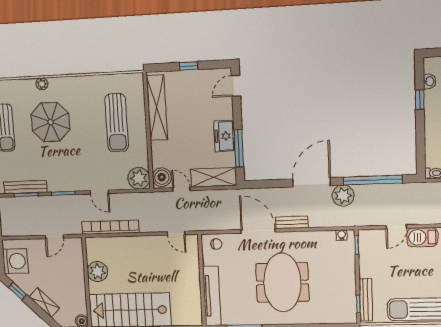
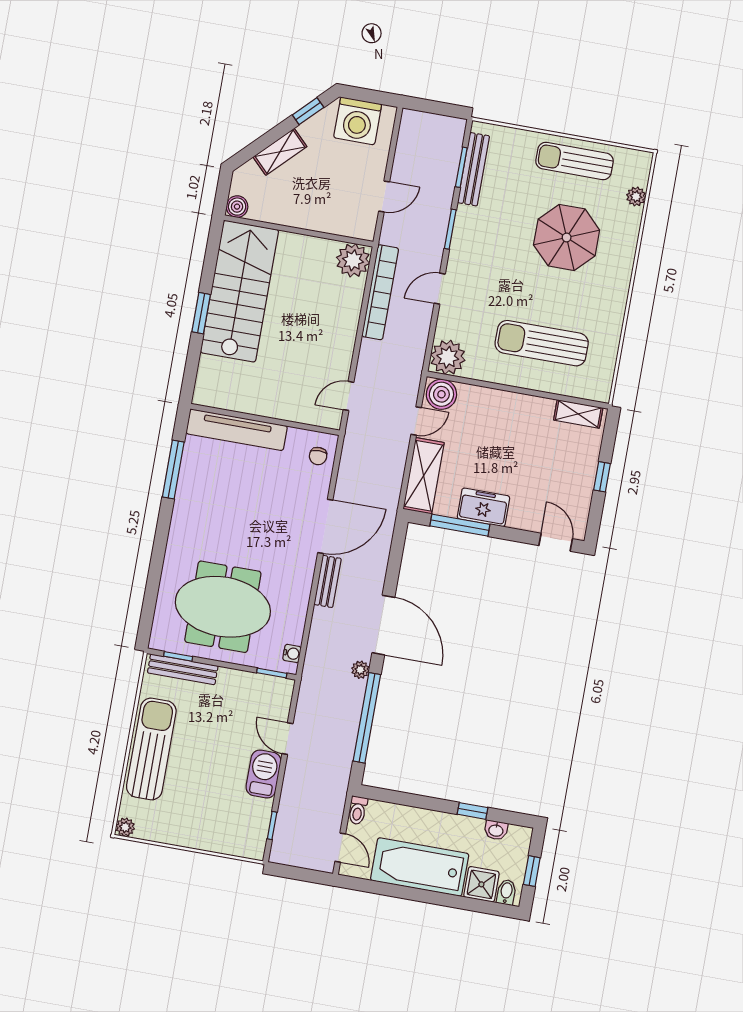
plant: (42, 84) -> (636, 196), moved
shelving: (157, 108) -> (578, 414), width x0.45, depth x0.75
plant: (343, 196) -> (360, 670), width x0.53, depth x0.53
door: (54, 237) -> (384, 196), swing flipped
plant: (97, 272) -> (353, 260), moved
meeting table: (282, 282) -> (223, 607), moved

